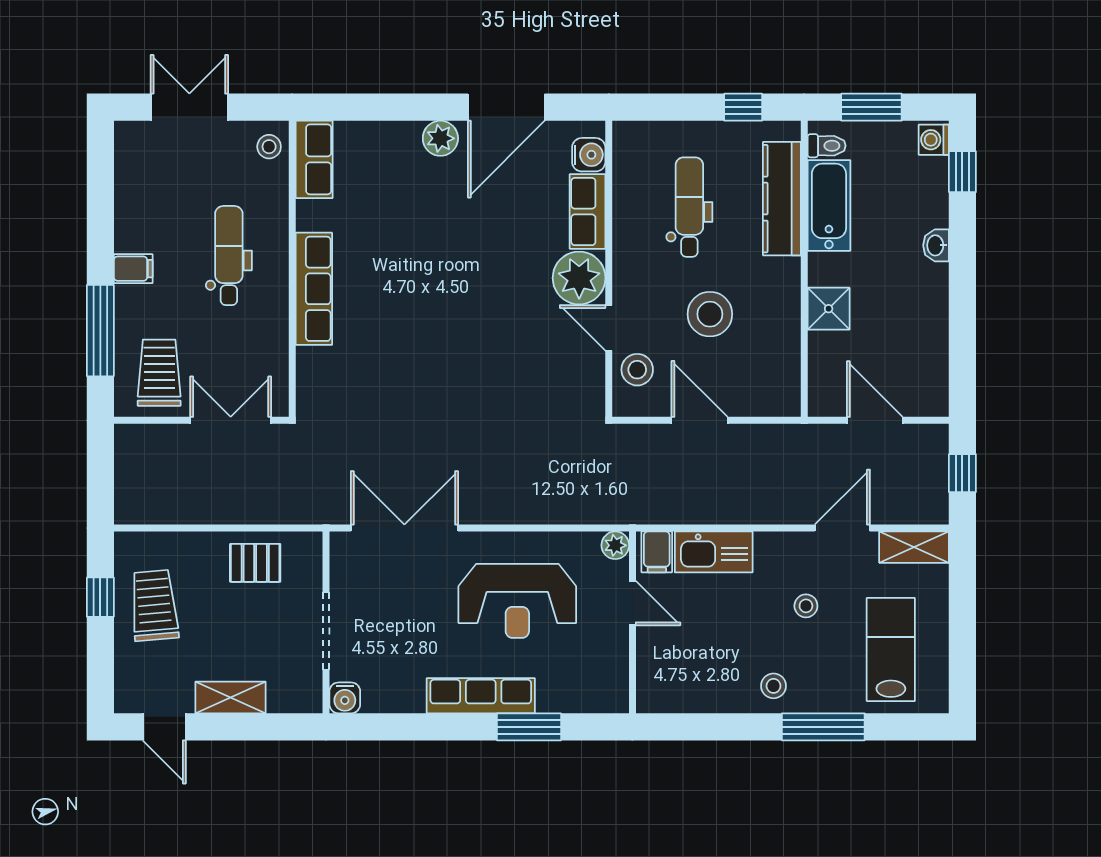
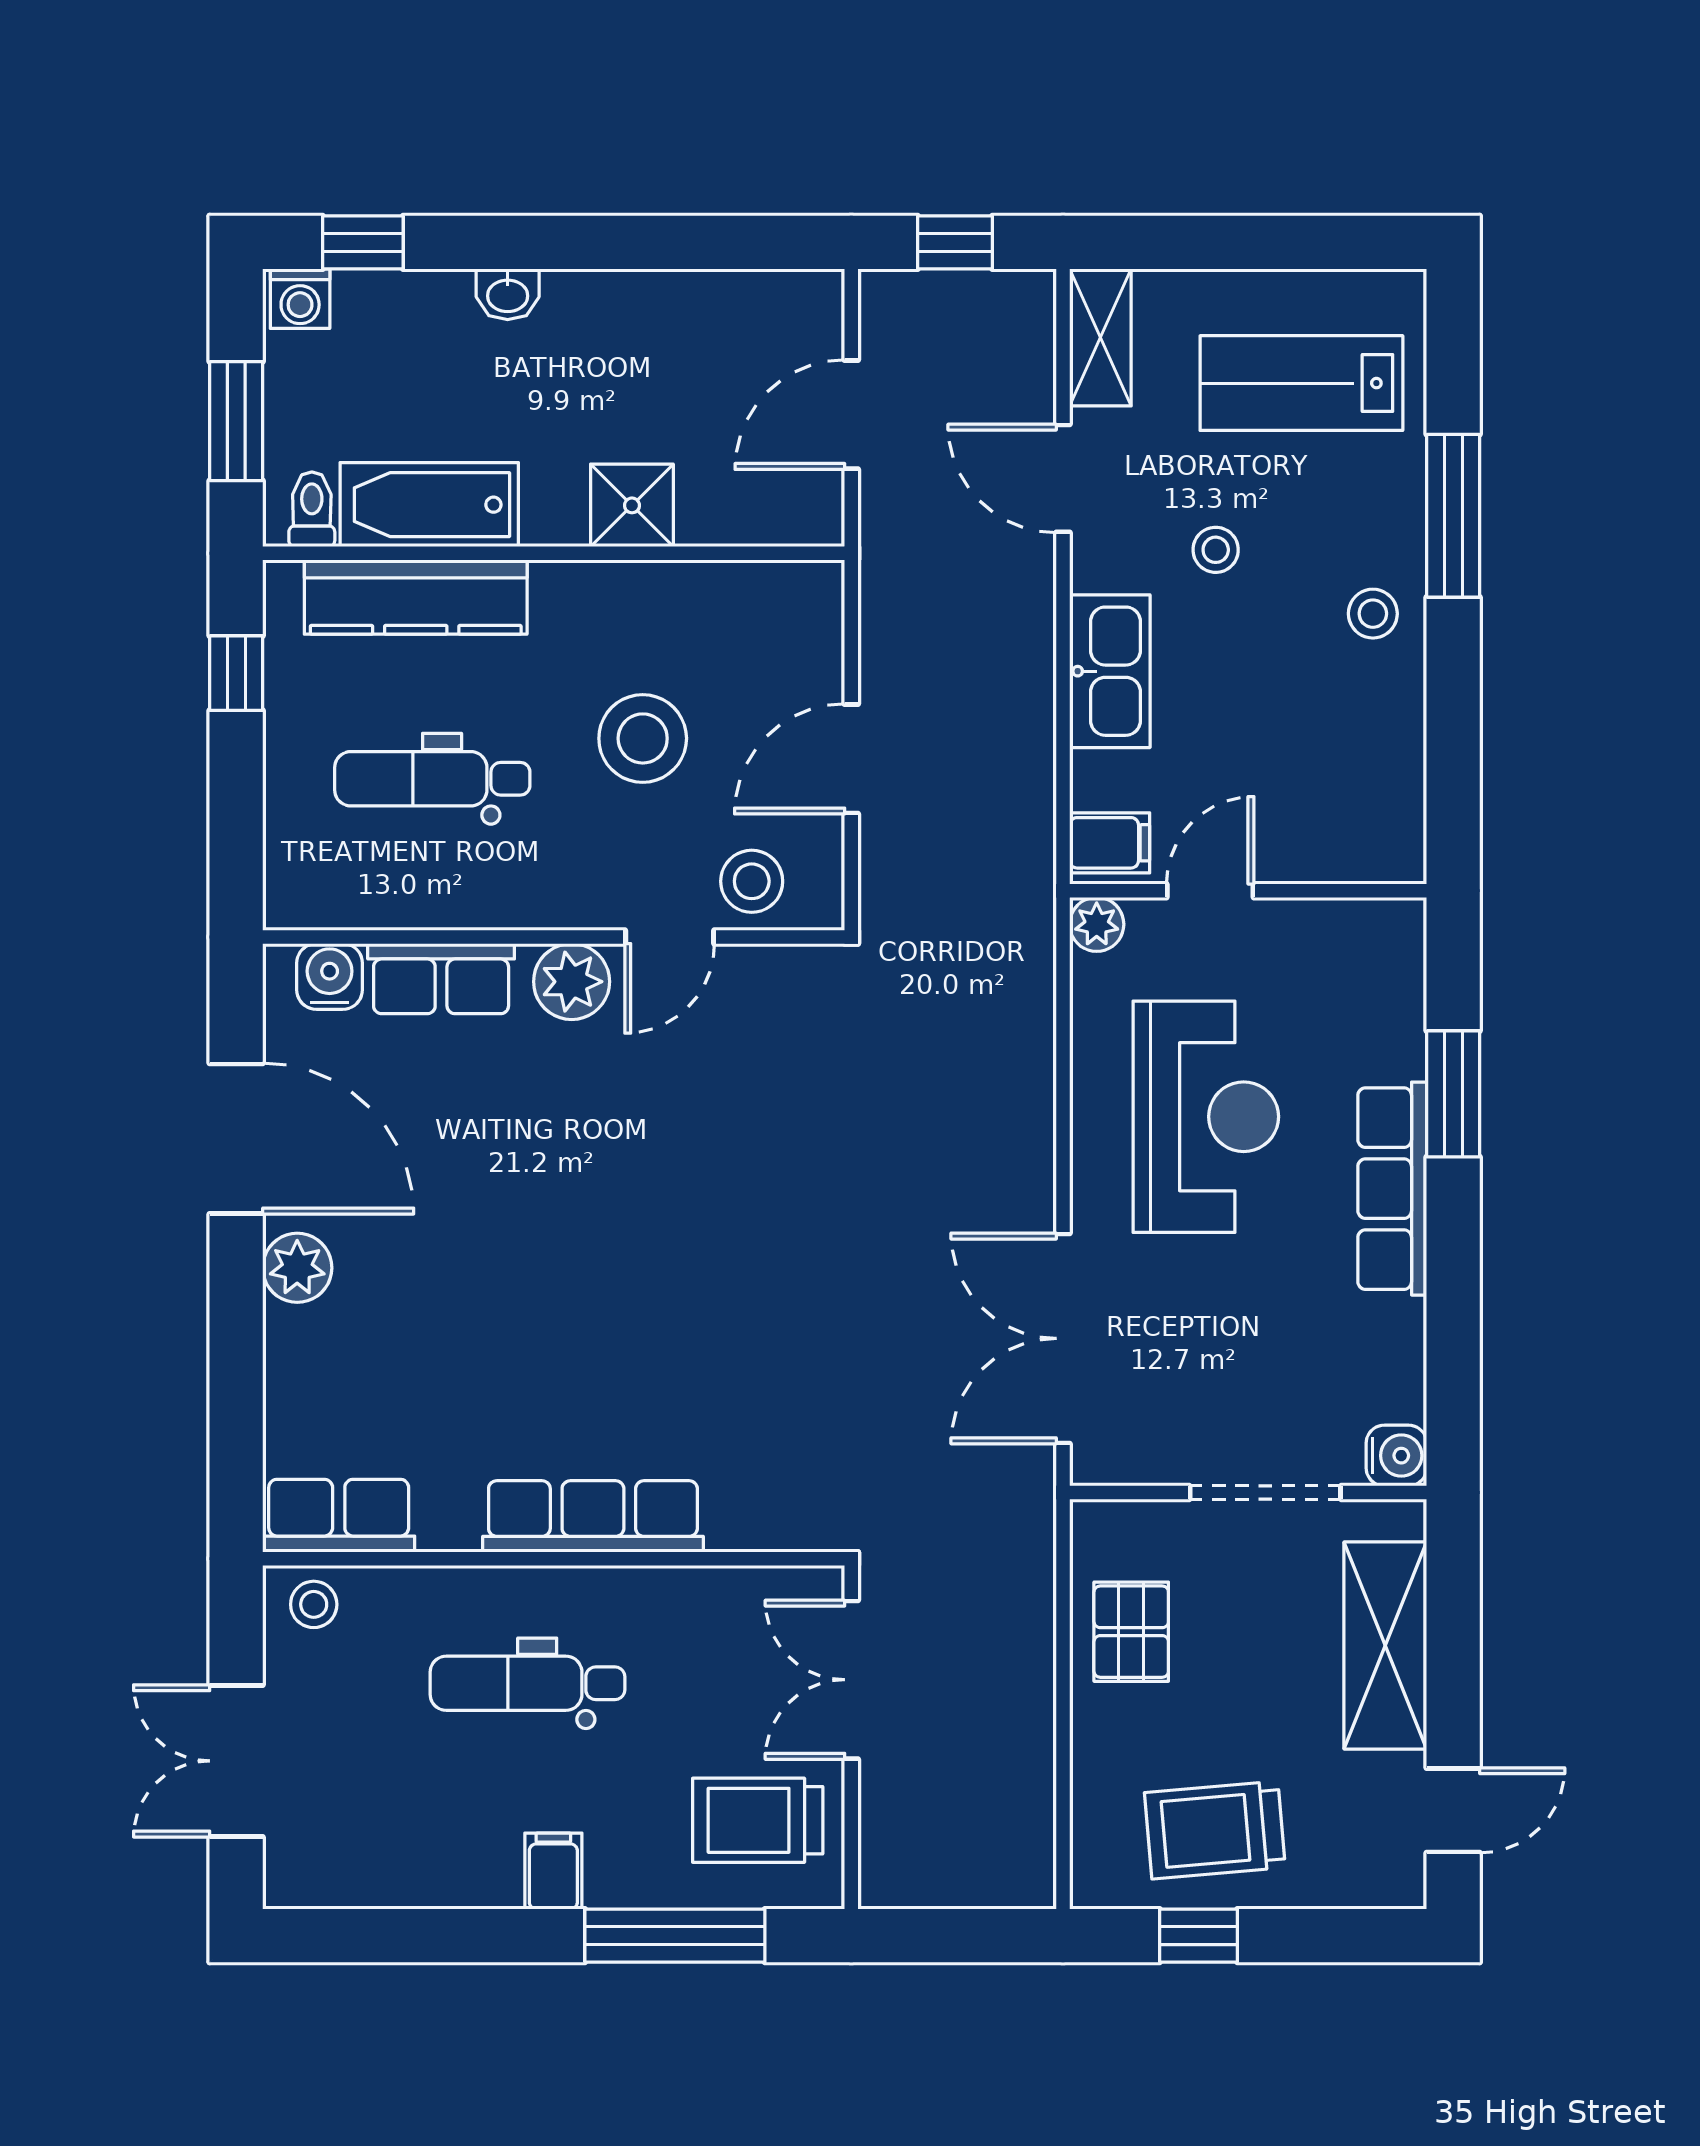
plant: (579, 278) -> (572, 982), width x0.73, depth x0.73
kitchen sink: (714, 552) -> (1110, 671), moved
shelving: (231, 698) -> (1385, 1646), width x1.50, depth x1.33

